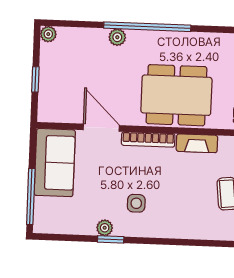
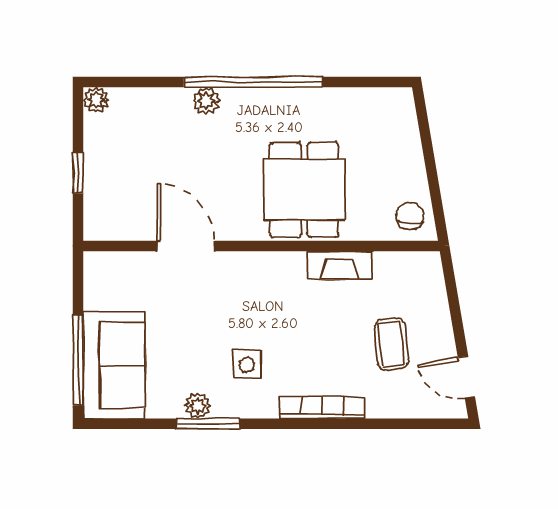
dining table: (176, 95) -> (304, 190), width x0.73
bookcase: (148, 139) -> (322, 408), moved, turned 180
sofa: (55, 163) -> (114, 365), moved
window: (111, 239) -> (208, 424), width x1.50

